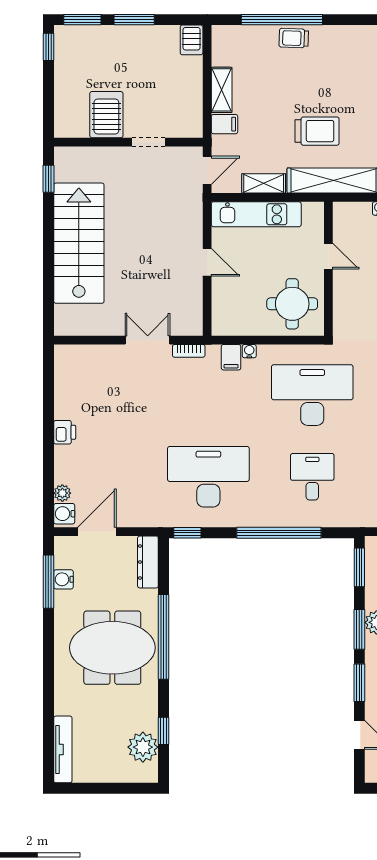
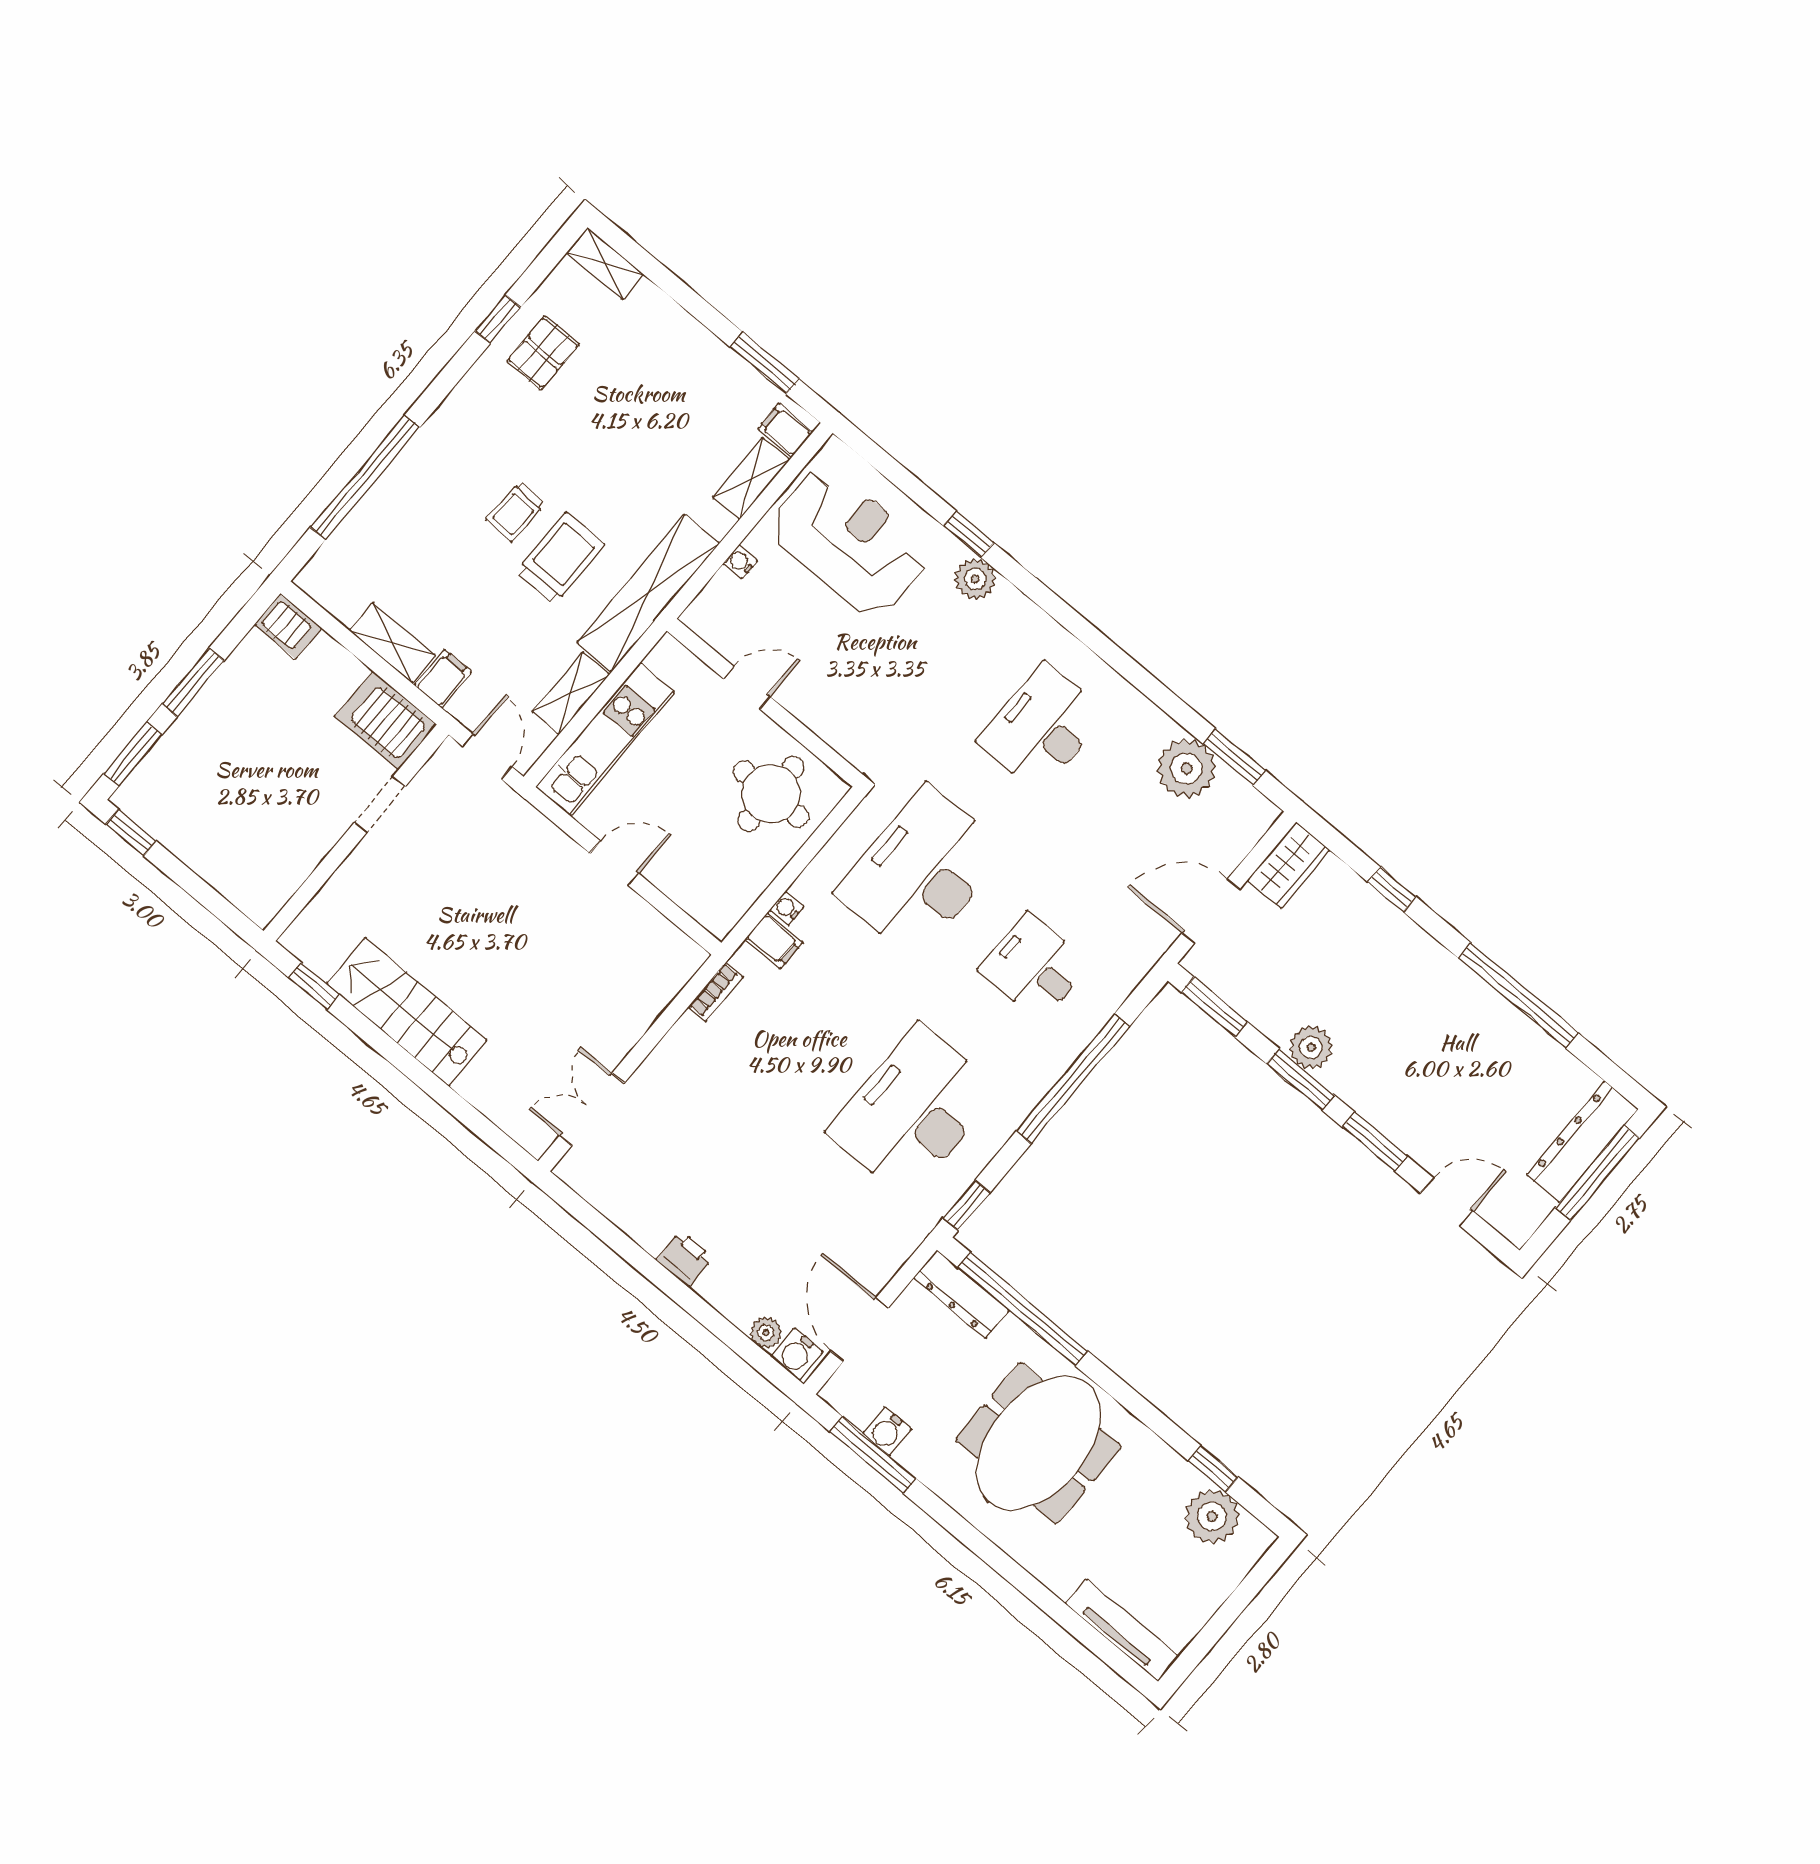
trolley: (294, 38) -> (516, 512), moved
server rack: (106, 115) -> (386, 720), moved
stairs: (79, 243) -> (407, 1012), width x0.73, depth x0.66
double door: (148, 340) -> (592, 1109), moved
window: (163, 637) -> (1023, 1309), moved

